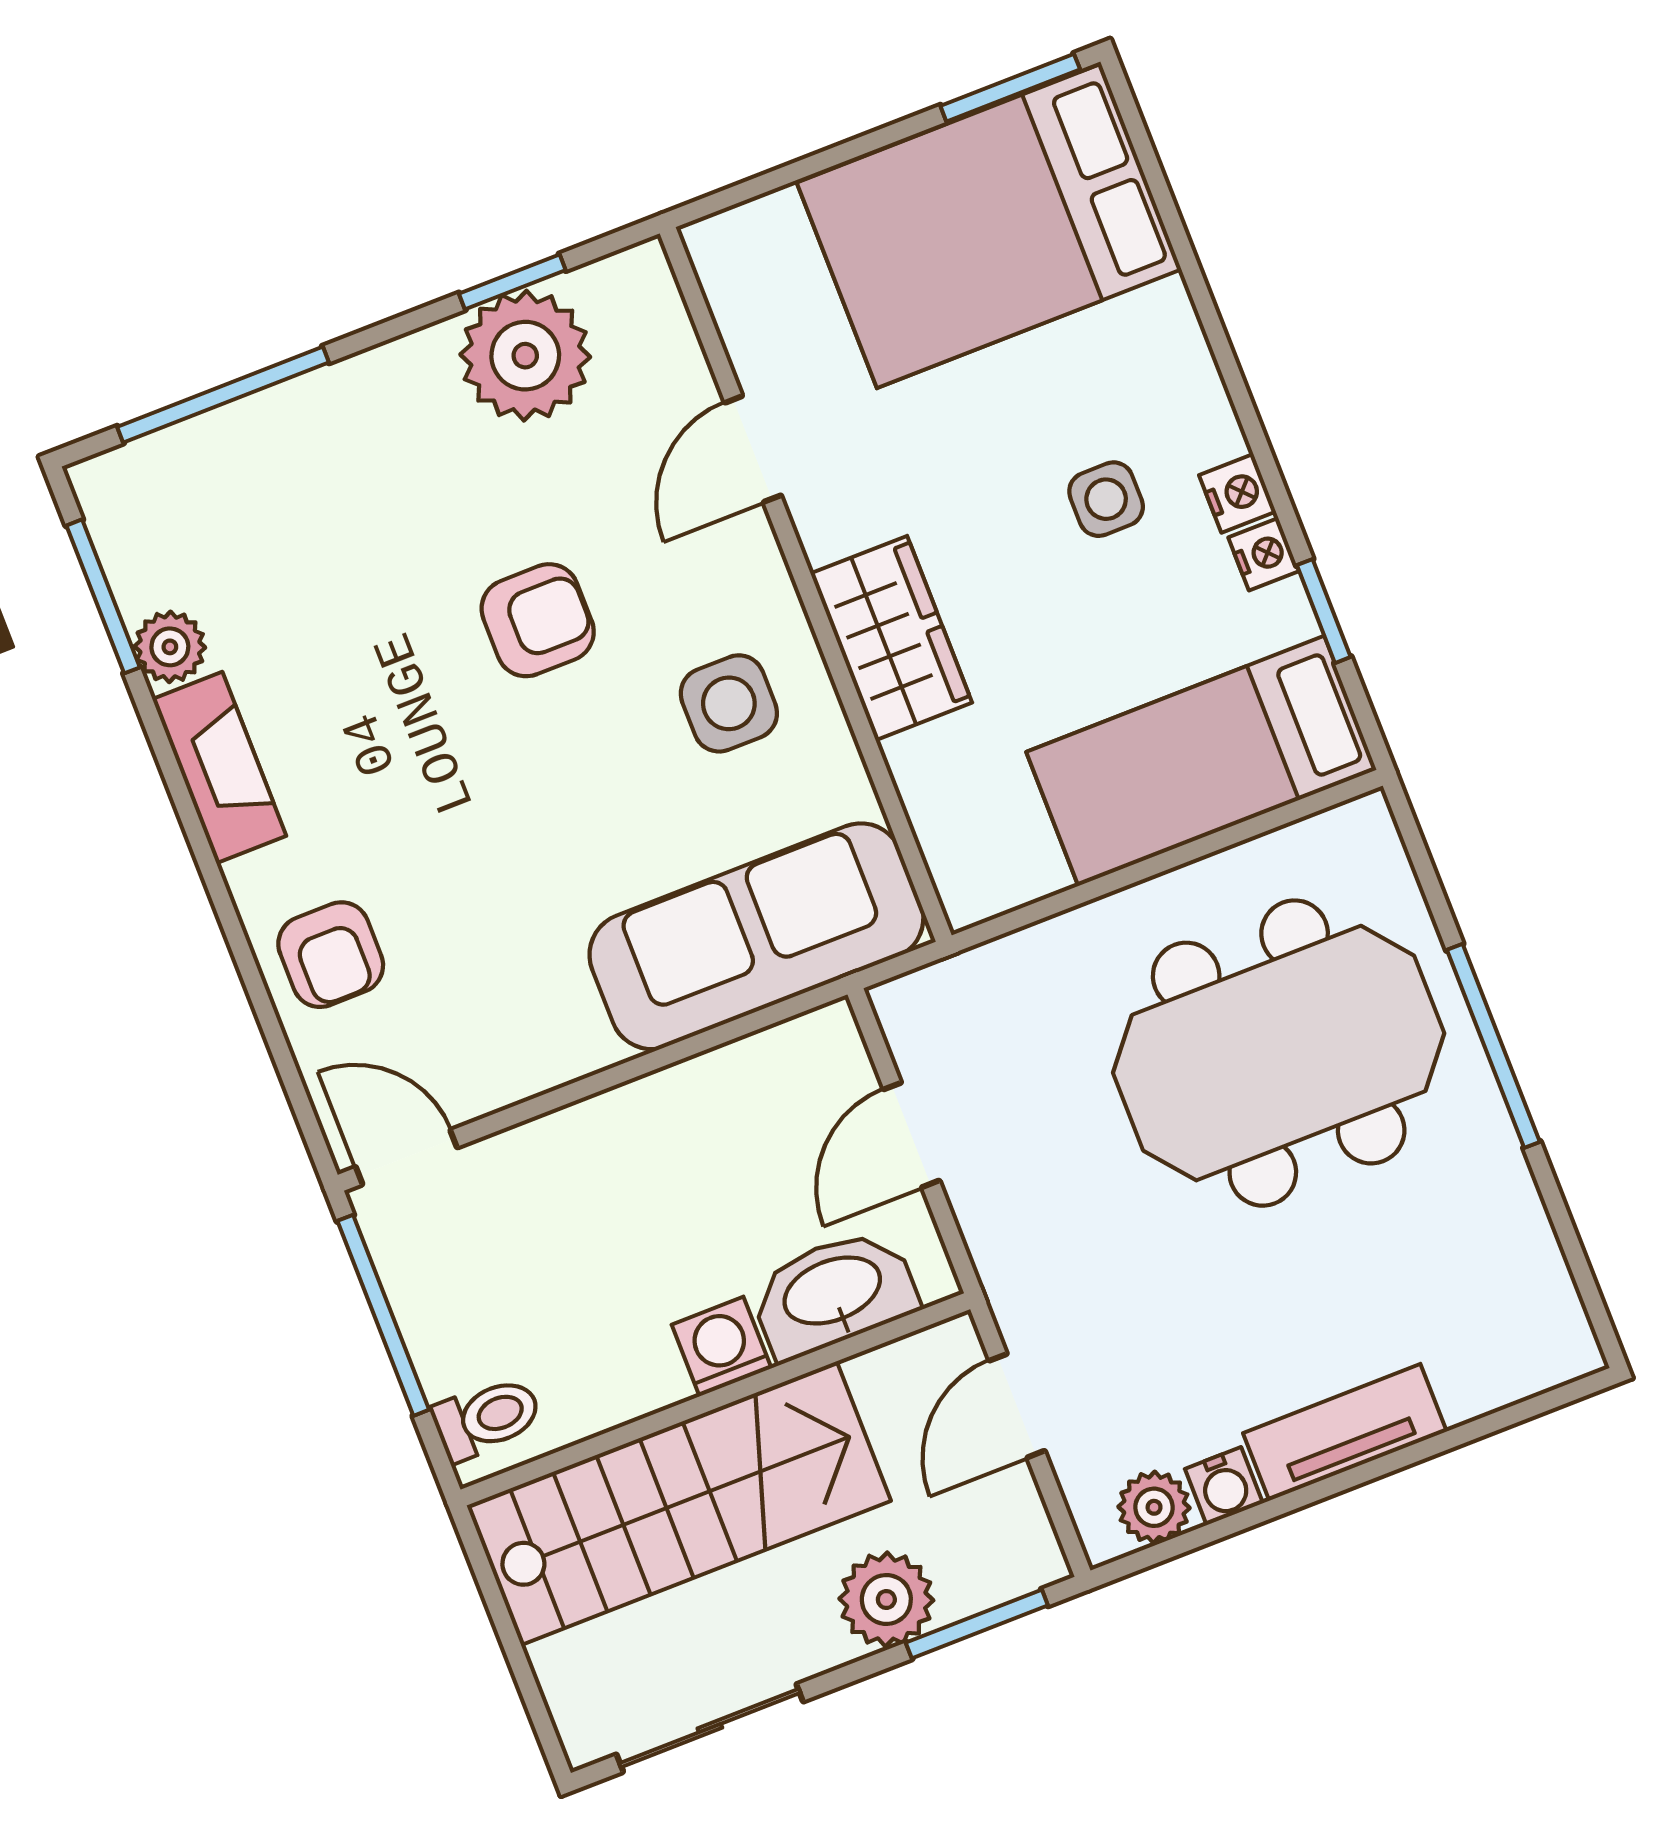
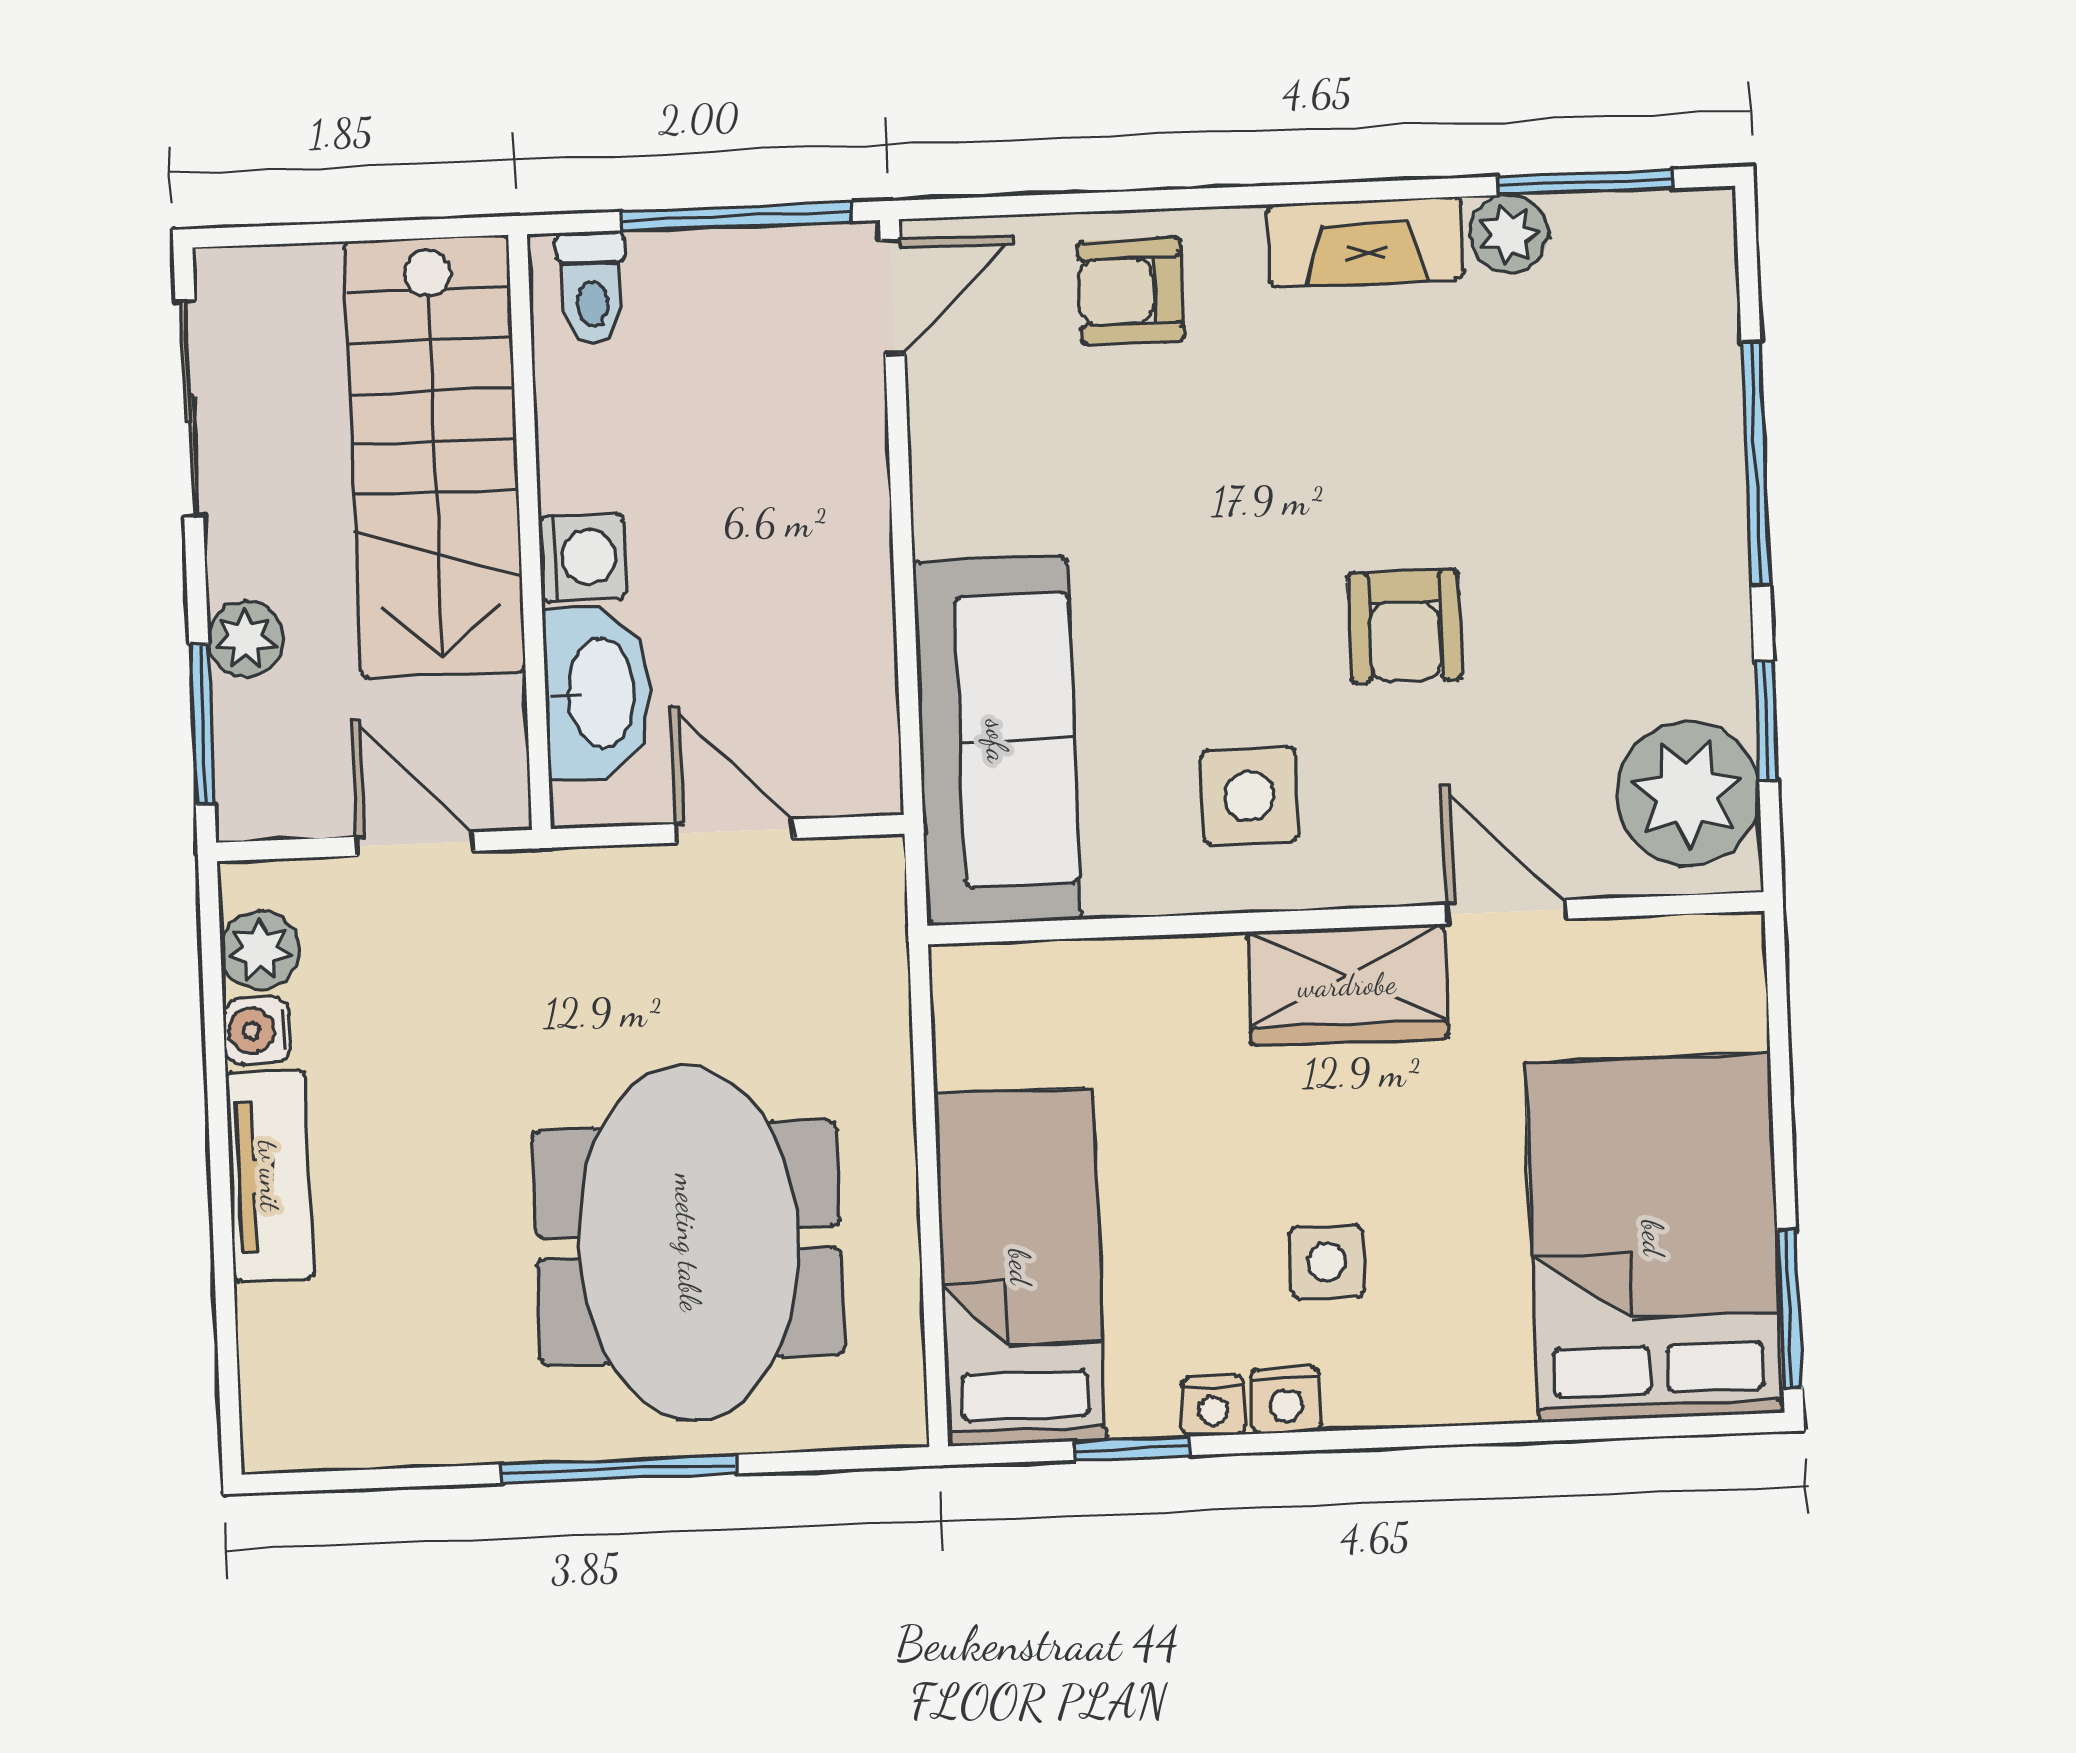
plant: (525, 356) -> (1688, 794), moved
window: (223, 395) -> (1756, 463), moved
wardrobe: (891, 638) -> (1347, 985), moved
plant: (886, 1600) -> (246, 639), width x0.73, depth x0.73

